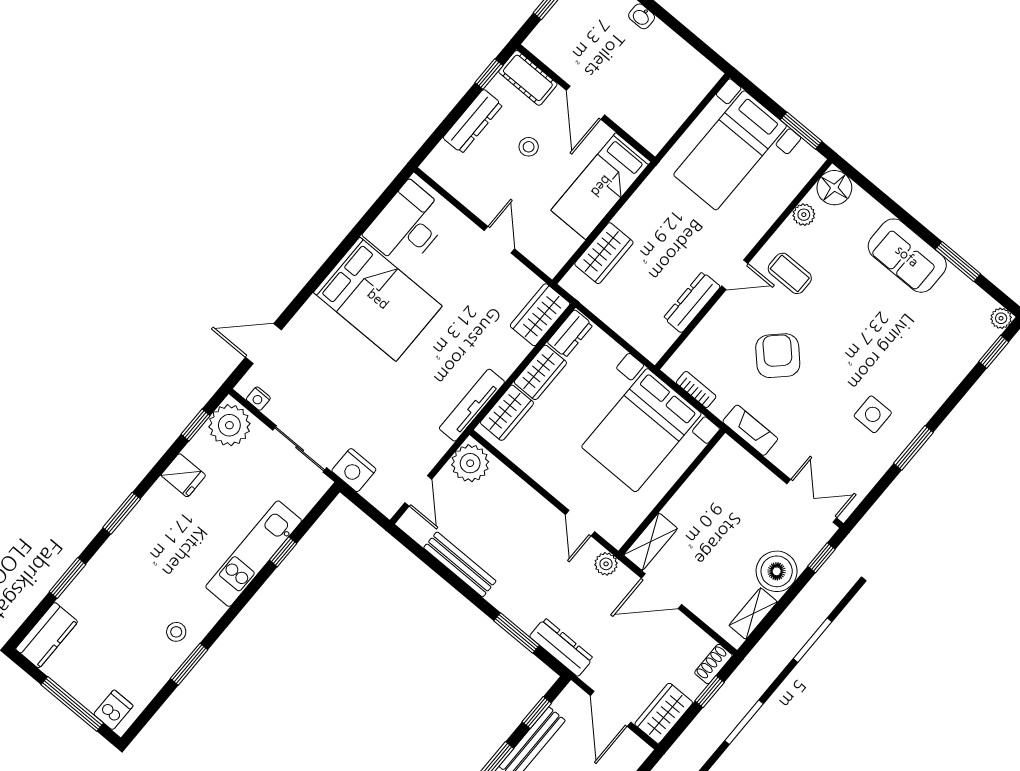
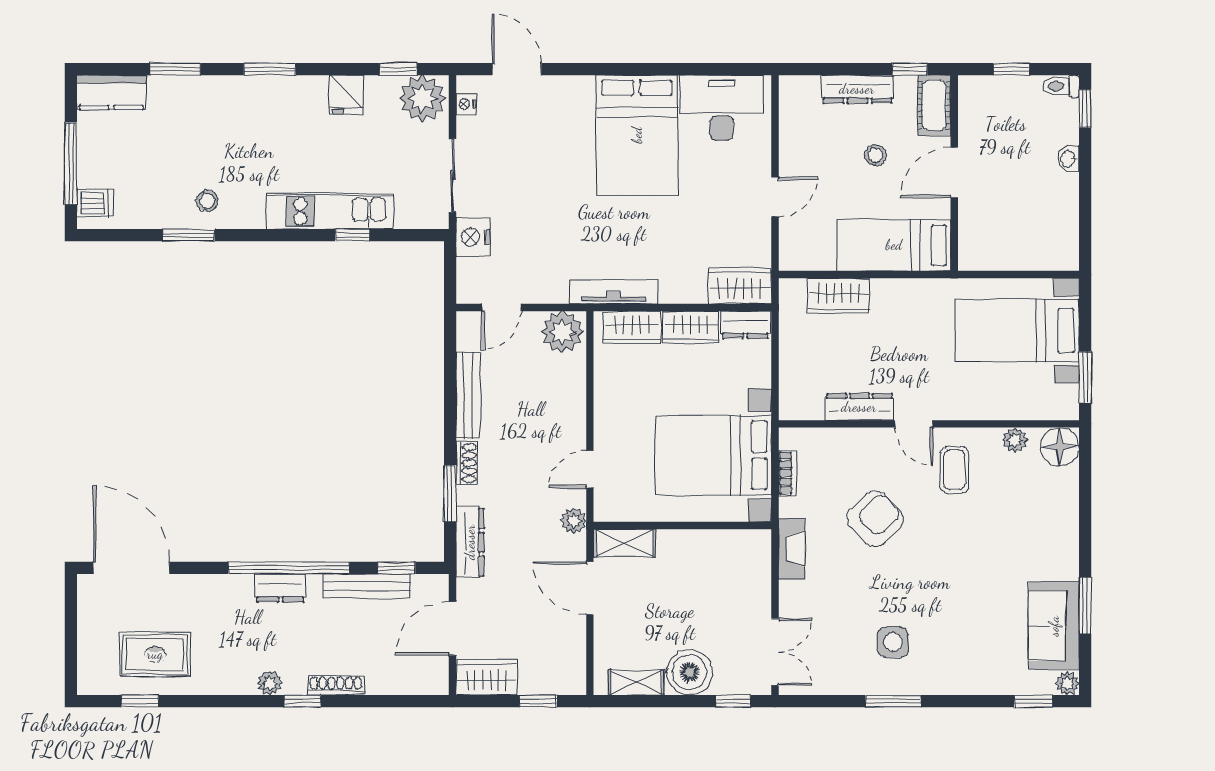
sofa: (907, 256) -> (1054, 626), moved
shoe rack: (713, 664) -> (467, 463), moved, turned 90

